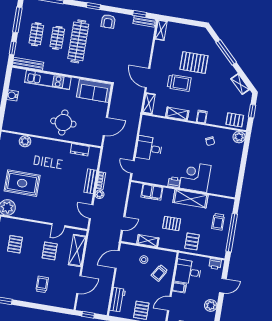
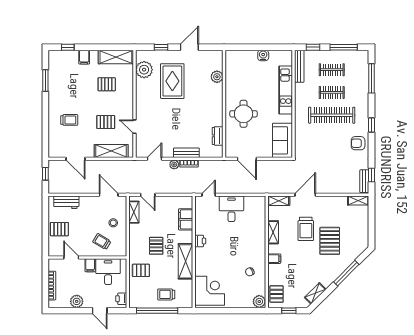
corner desk: (195, 177) -> (210, 291), moved
shelving: (148, 241) -> (134, 212), moved

